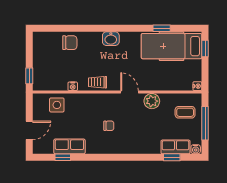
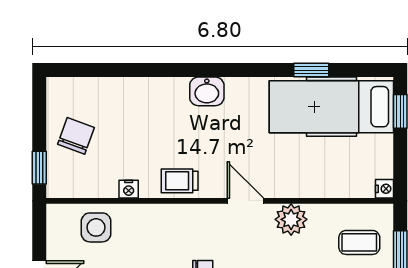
chair: (70, 43) -> (76, 136), moved, turned -70

